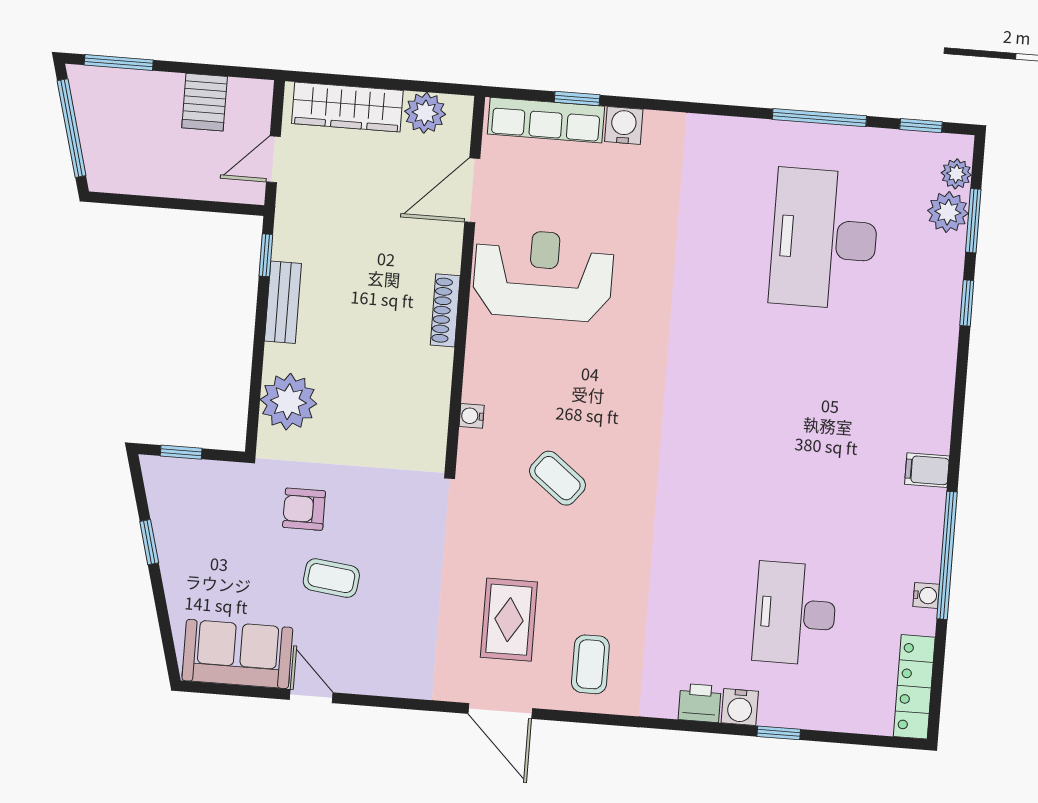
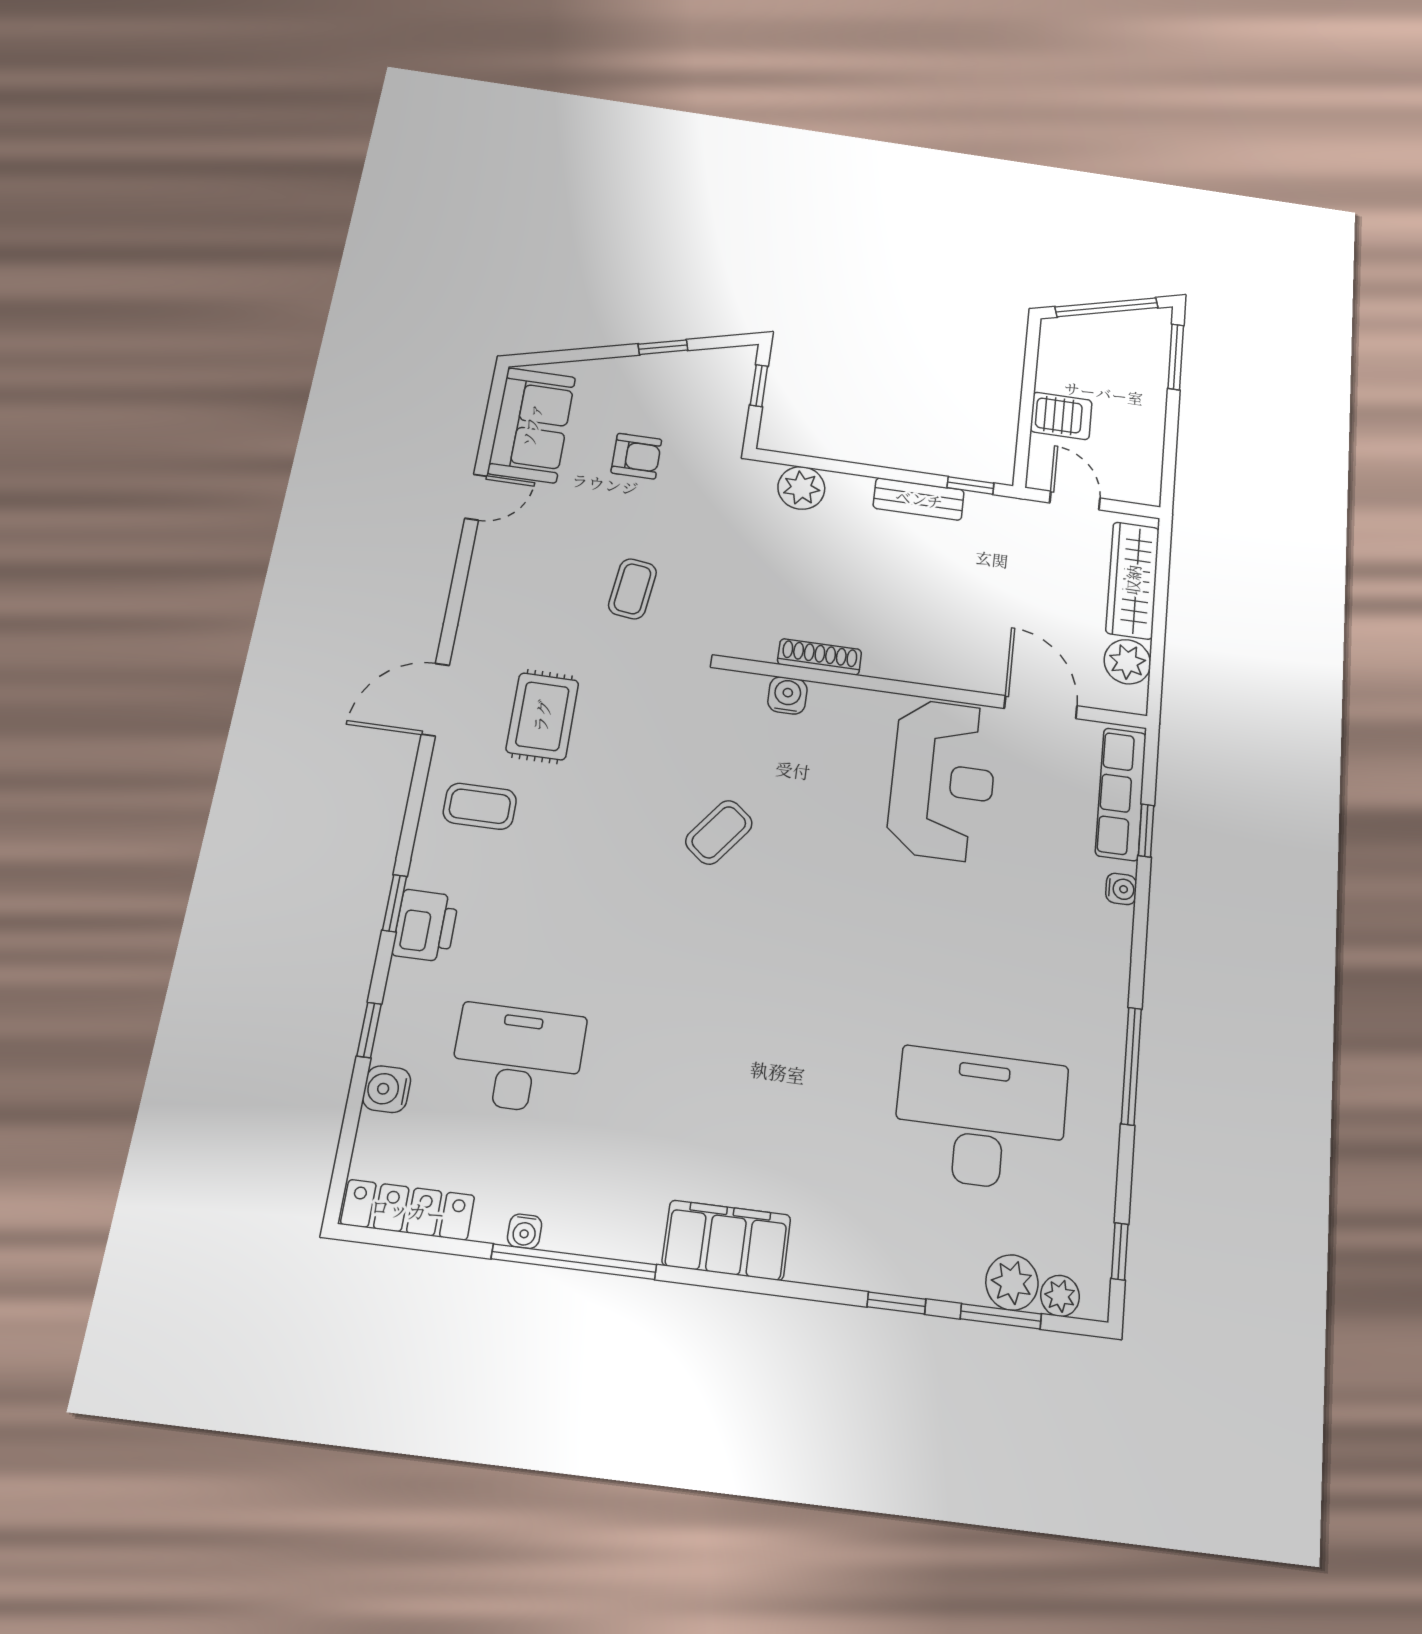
server rack: (205, 102) -> (1061, 416), moved, turned 180
window: (819, 118) -> (1131, 1066), moved
water cooler: (624, 125) -> (1121, 889), width x0.72, depth x0.72
shoe rack: (445, 310) -> (820, 657), moved
plant: (288, 402) -> (801, 488), width x0.73, depth x0.73
water cooler: (472, 416) -> (787, 695), width x1.38, depth x1.38
filing cabinet: (927, 470) -> (727, 1240), width x3.00, depth x1.17
coffee table: (557, 478) -> (719, 832), moved
armchair: (304, 509) -> (636, 456), moved, turned 90
coffee table: (331, 578) -> (632, 589), moved
rug: (509, 620) -> (542, 716), turned 90
printer: (700, 703) -> (425, 926), width x1.36, depth x1.24
water cooler: (740, 707) -> (387, 1089), moved
window: (676, 725) -> (395, 903), added

